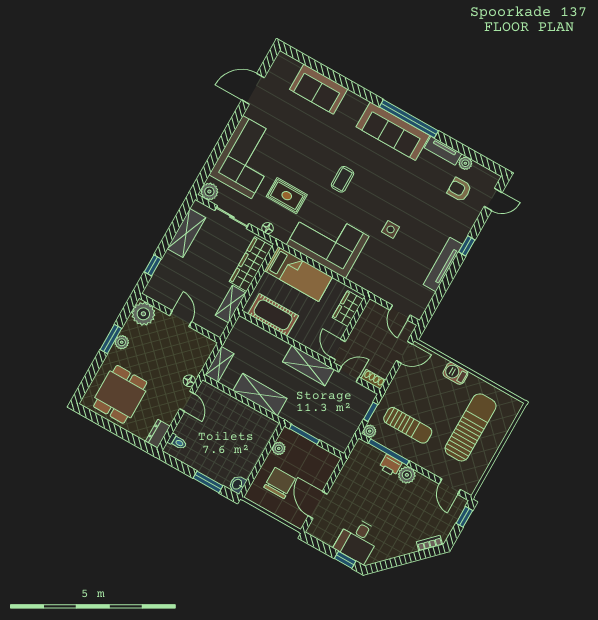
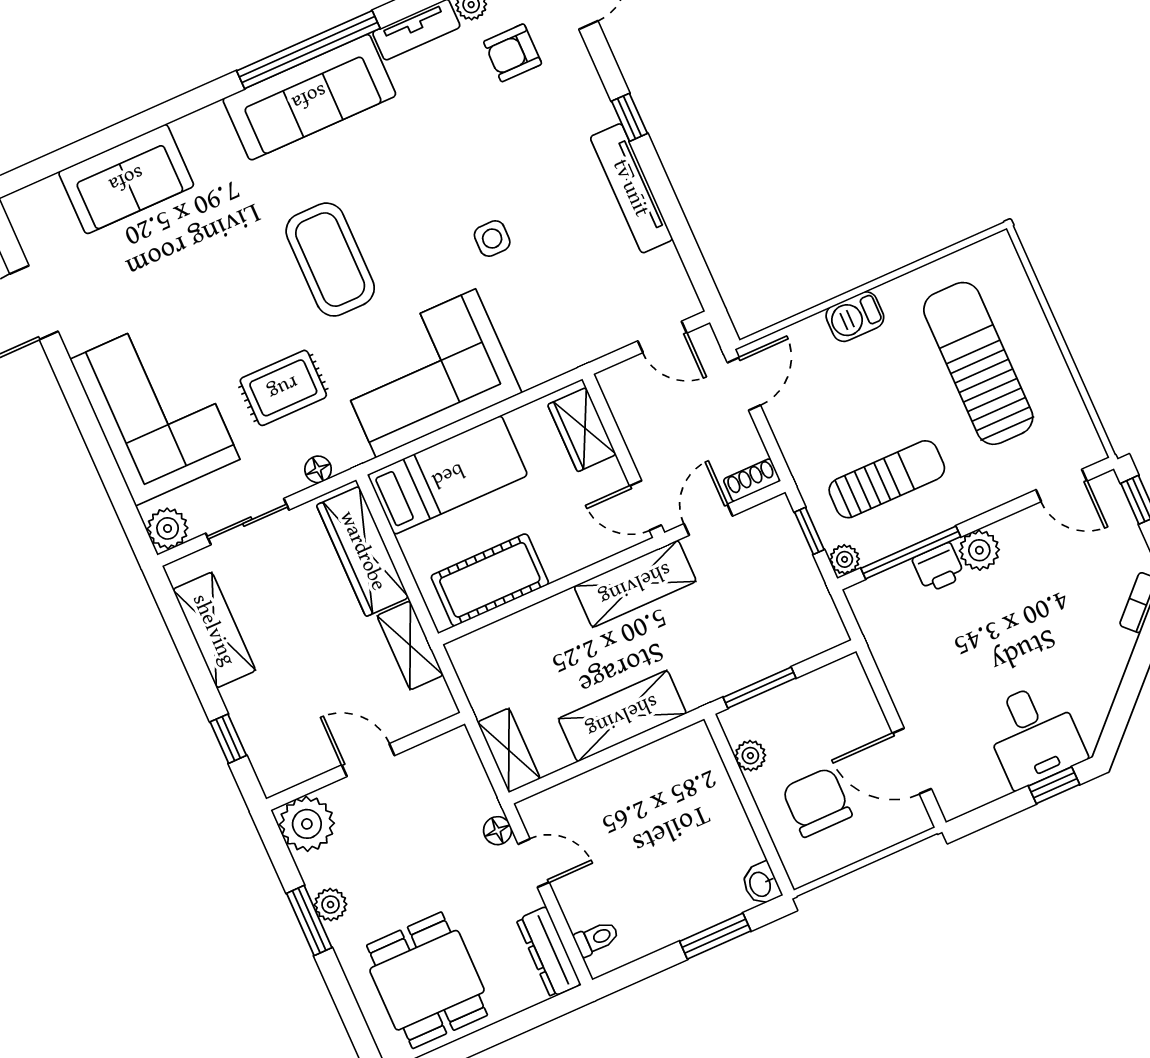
coffee table: (342, 179) -> (330, 260), width x1.86, depth x1.72
dresser: (158, 434) -> (548, 952), width x1.44

